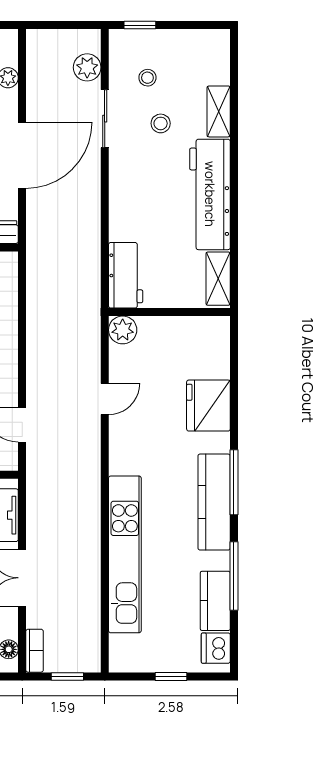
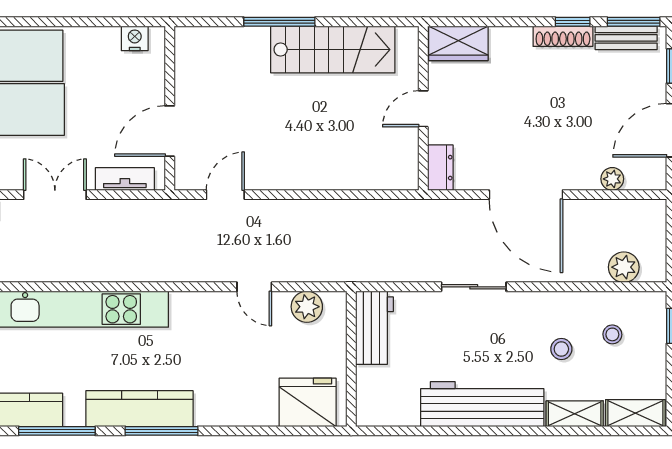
sliding door: (105, 119) -> (474, 287), moved
workbench: (126, 275) -> (374, 328), moved, turned -90
shelving: (218, 279) -> (635, 413), moved
plant: (123, 330) -> (307, 307), moved
fridge: (208, 406) -> (308, 402), moved

